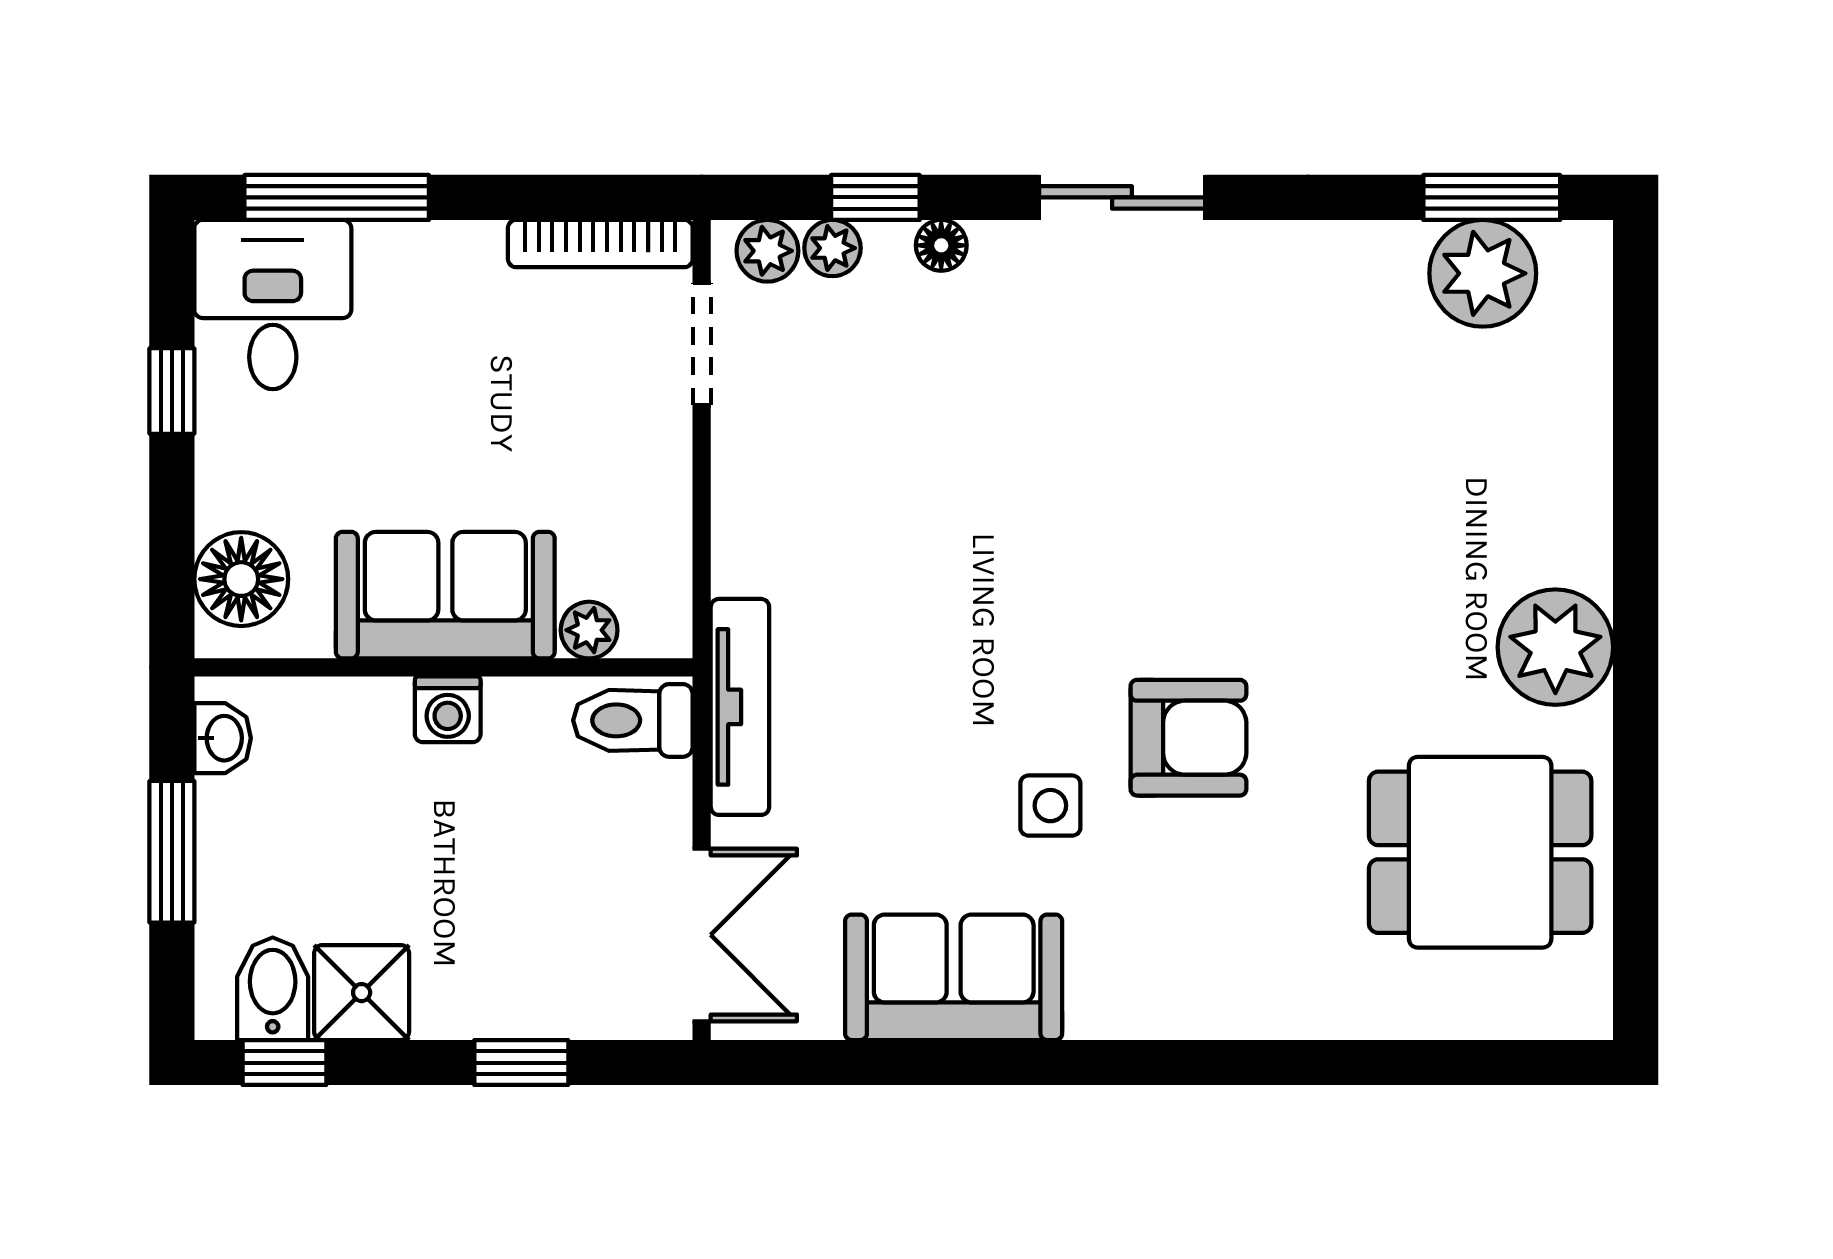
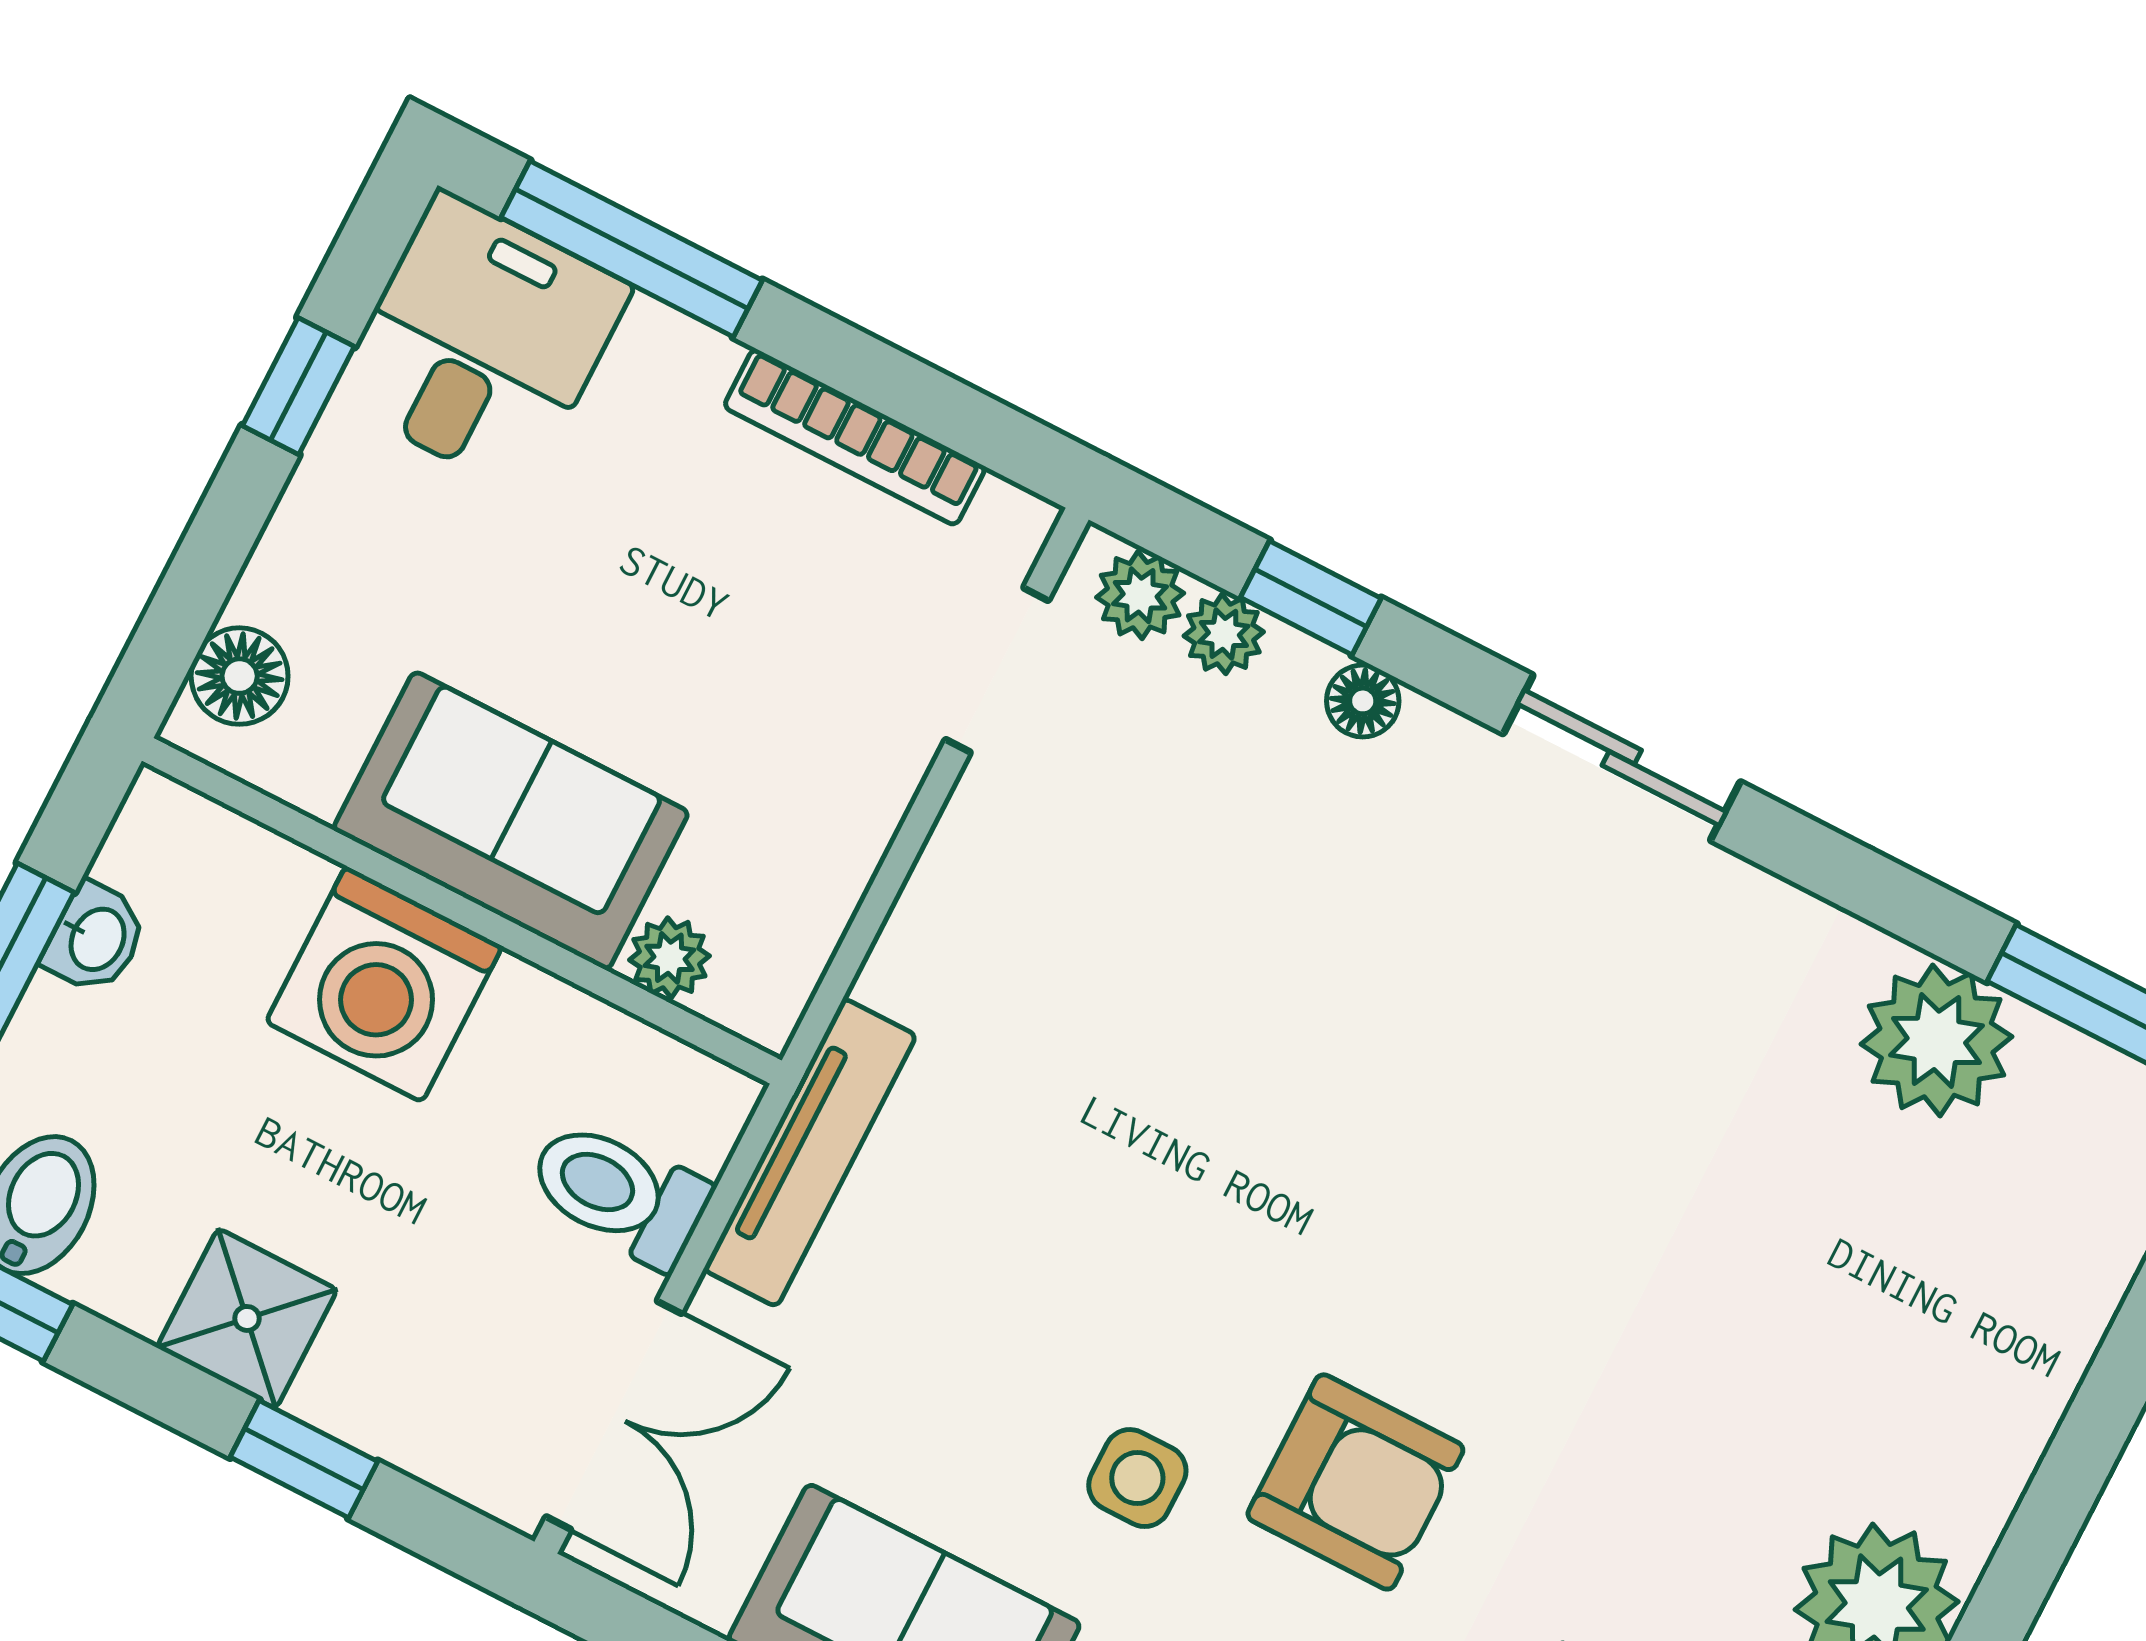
bookcase: (600, 244) -> (855, 437), moved
plant: (1483, 273) -> (1936, 1040), moved
floor lamp: (241, 579) -> (240, 676), width x0.73, depth x0.73
washing machine: (448, 709) -> (384, 984), width x1.89, depth x1.89
toilet: (633, 720) -> (619, 1193), moved
washbasin: (223, 738) -> (95, 938), moved
shower: (362, 993) -> (247, 1318), moved

